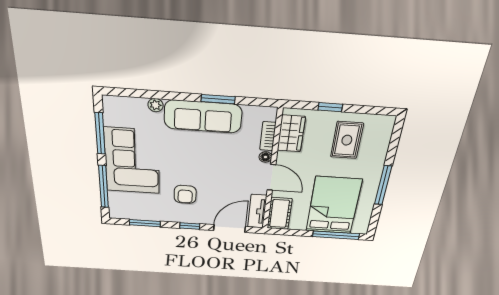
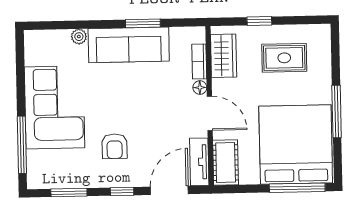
window: (100, 134) -> (20, 76), removed
rug: (347, 140) -> (284, 58), turned 90
bed: (334, 206) -> (296, 145), width x1.36

